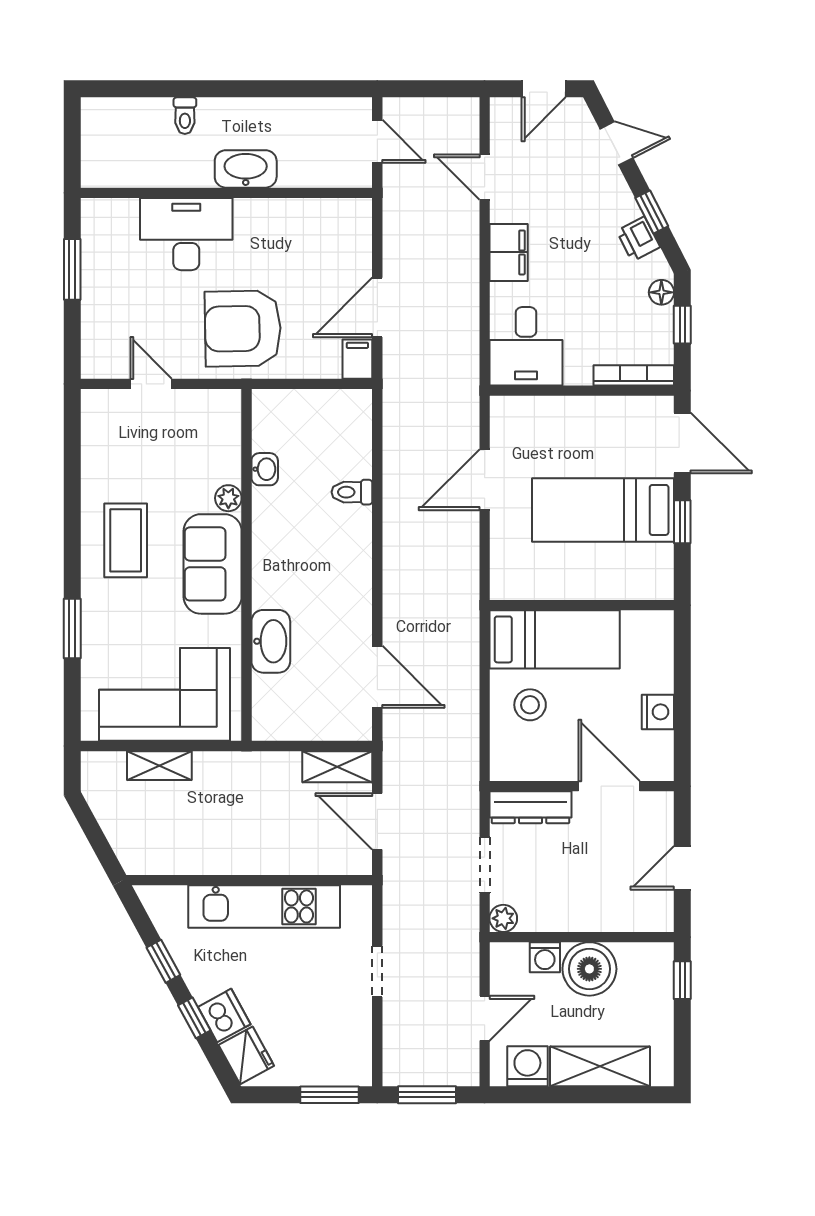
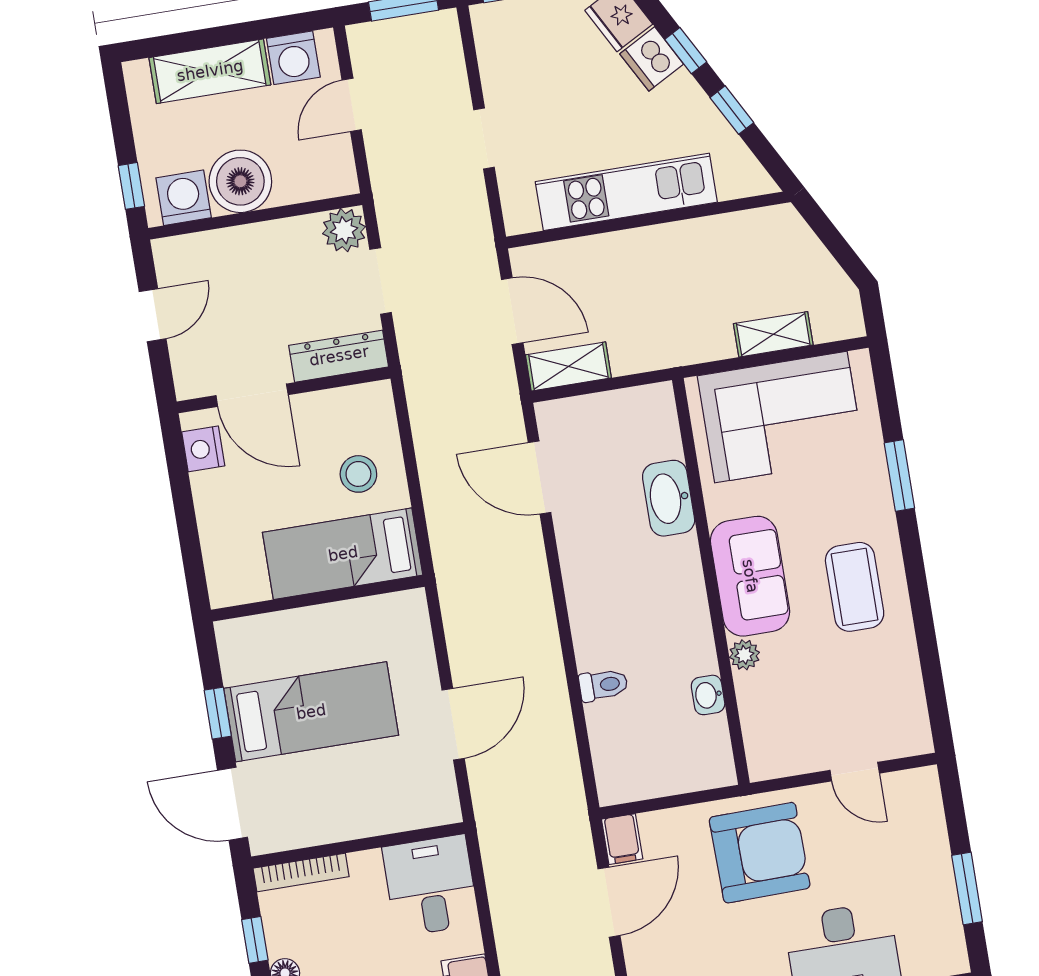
nightstand: (658, 712) -> (203, 449), moved
plant: (503, 918) -> (344, 230), width x1.38, depth x1.38
washing machine: (545, 957) -> (184, 198), moved, width x1.38, depth x1.38

